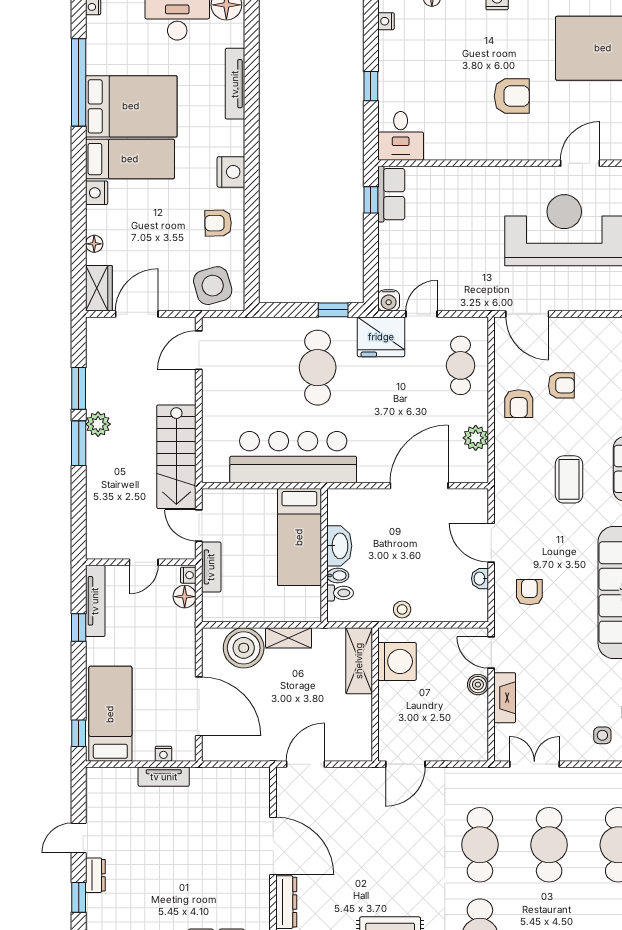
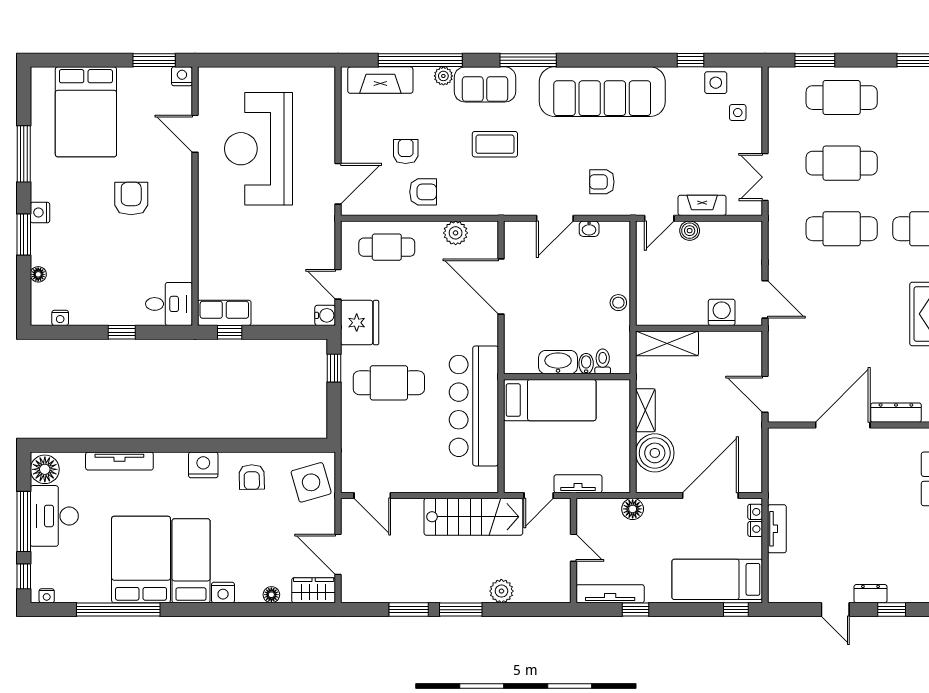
plant: (98, 424) -> (501, 591), moved
nightstand: (188, 575) -> (755, 512), moved, turned 90
floor lamp: (185, 597) -> (633, 509), moved
washing machine: (397, 661) -> (722, 312), moved, width x0.73, depth x0.73

